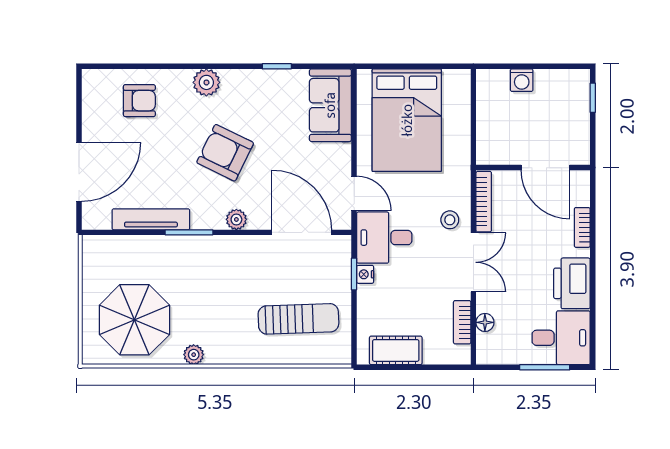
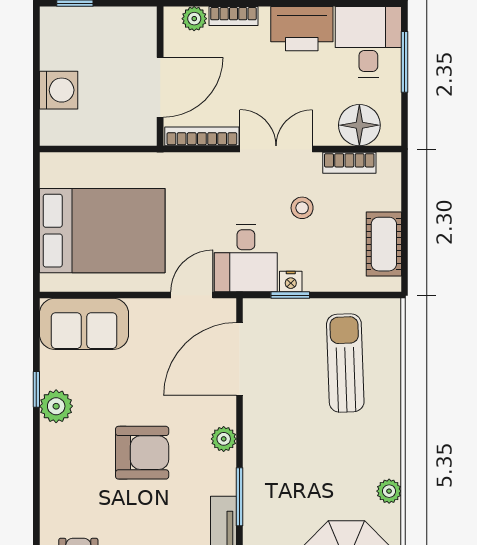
washing machine: (522, 80) -> (59, 90), width x1.38, depth x1.38
plant: (206, 82) -> (56, 406), moved
armchair: (225, 153) -> (142, 453), turned -116
door: (545, 168) -> (160, 87), moved
plant: (580, 195) -> (194, 19), added
stool: (450, 220) -> (302, 208), moved
floor lamp: (485, 322) -> (359, 125), width x1.89, depth x1.89

